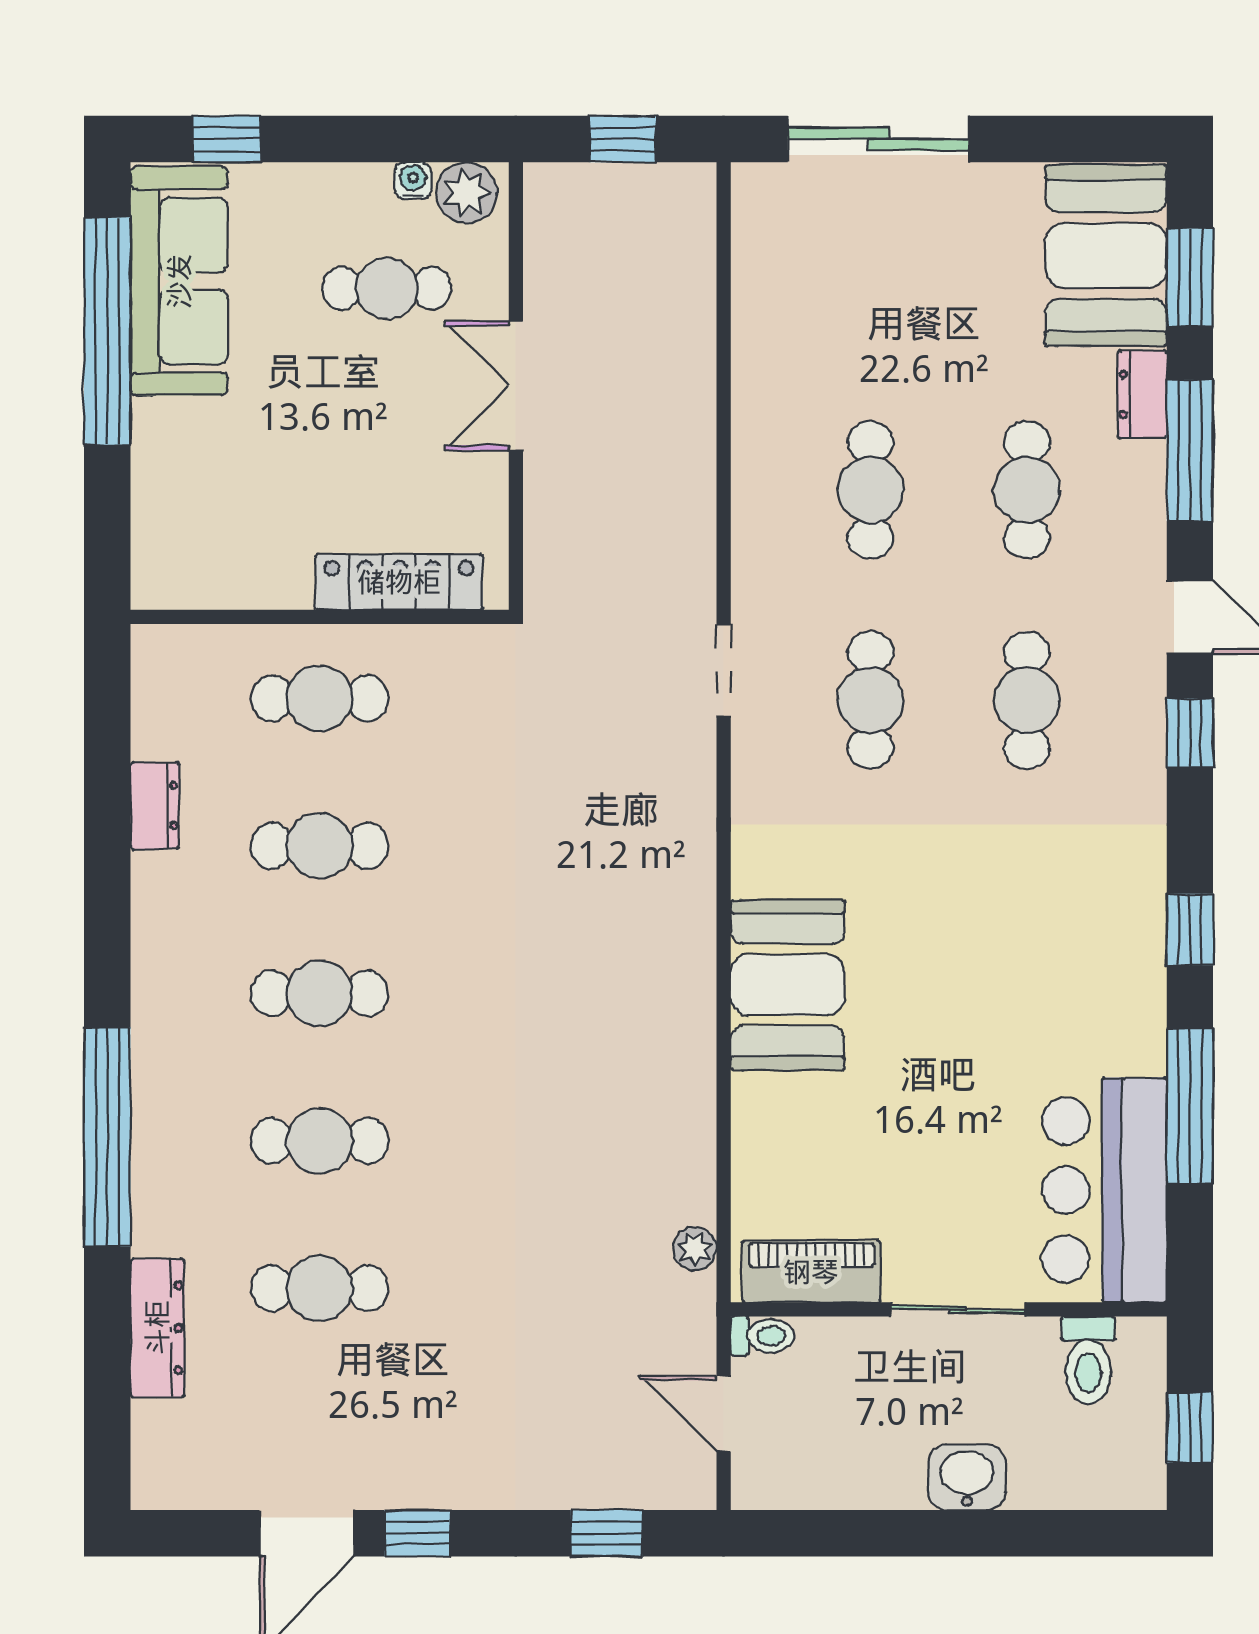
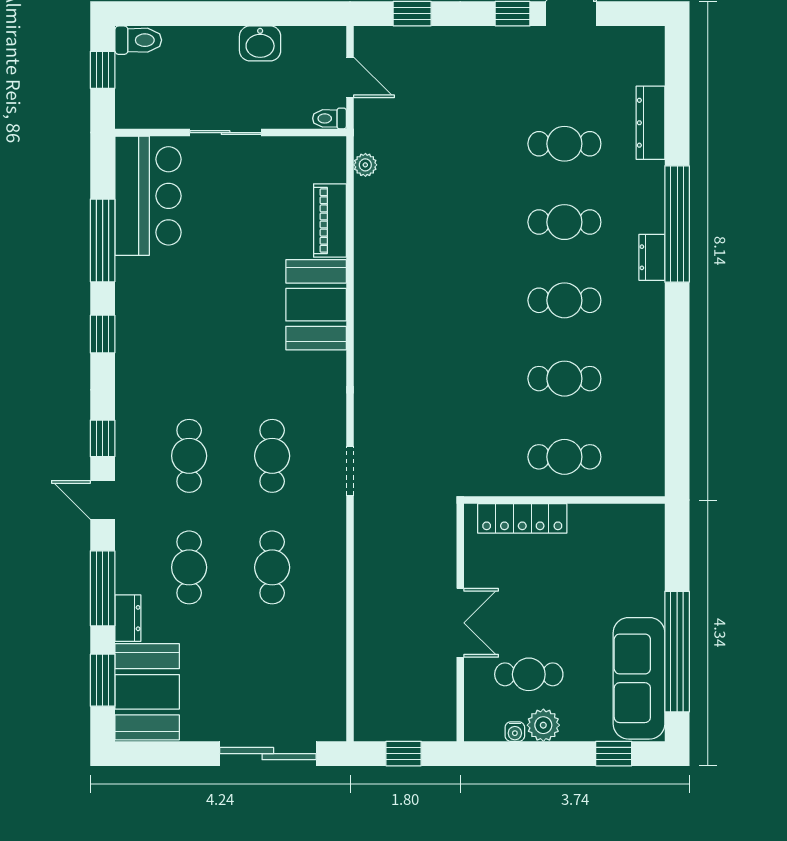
plant: (467, 193) -> (543, 725), moved
dresser: (155, 805) -> (652, 257), moved
piano: (811, 1272) -> (330, 220), moved, turned 90
toilet: (1088, 1360) -> (138, 40), moved, turned 90
washbasin: (967, 1477) -> (260, 43), moved

